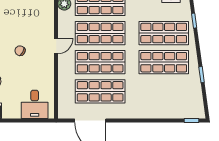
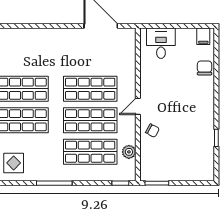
chair: (20, 51) -> (152, 131), moved
shop shelf: (100, 91) -> (90, 57), removed

